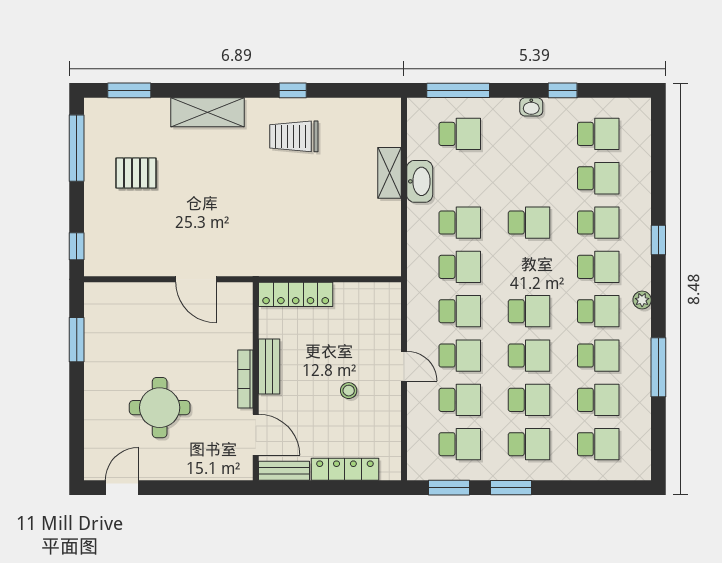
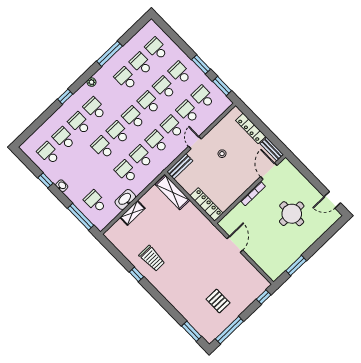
shelving: (208, 112) -> (173, 192), moved
school desk: (598, 311) -> (118, 133), moved
bench: (269, 366) -> (180, 166), moved

